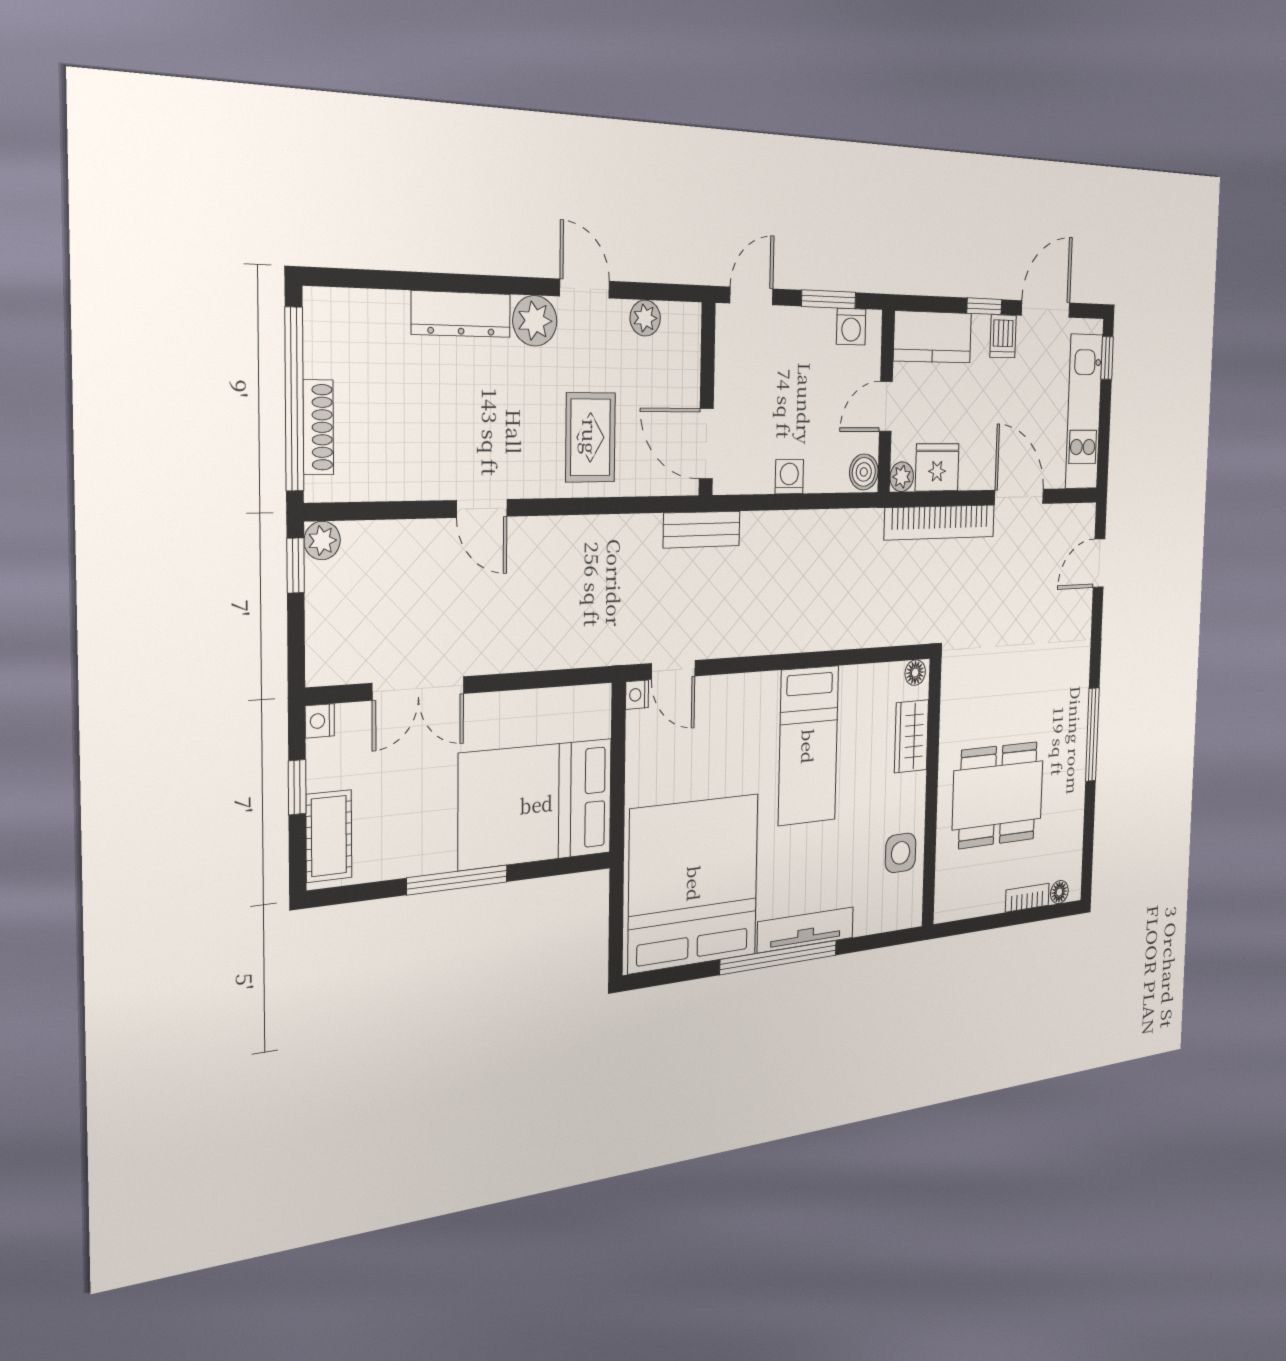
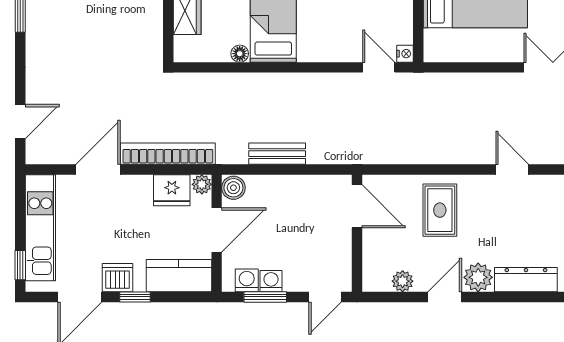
door: (585, 289) -> (445, 297), swing flipped
dishwasher: (1003, 336) -> (117, 278), width x1.38
door: (886, 407) -> (217, 230), width x1.38
washing machine: (789, 477) -> (271, 281), moved, turned 180
door: (1019, 497) -> (98, 169), swing flipped
bench: (702, 529) -> (277, 154), moved
floor lamp: (915, 673) -> (240, 54), moved

